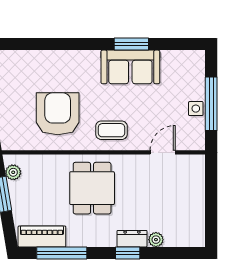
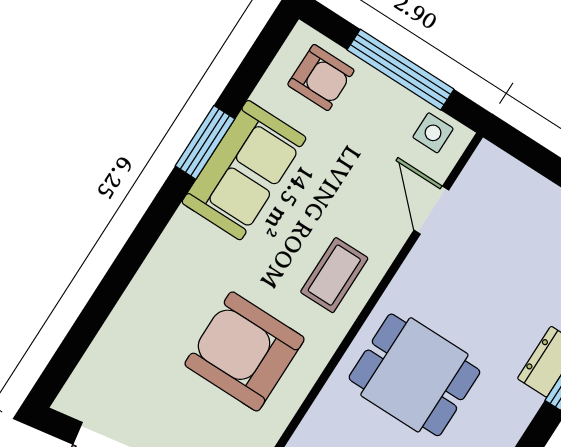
armchair: (187, 74) -> (321, 78), added
side table: (196, 109) -> (433, 133), moved

